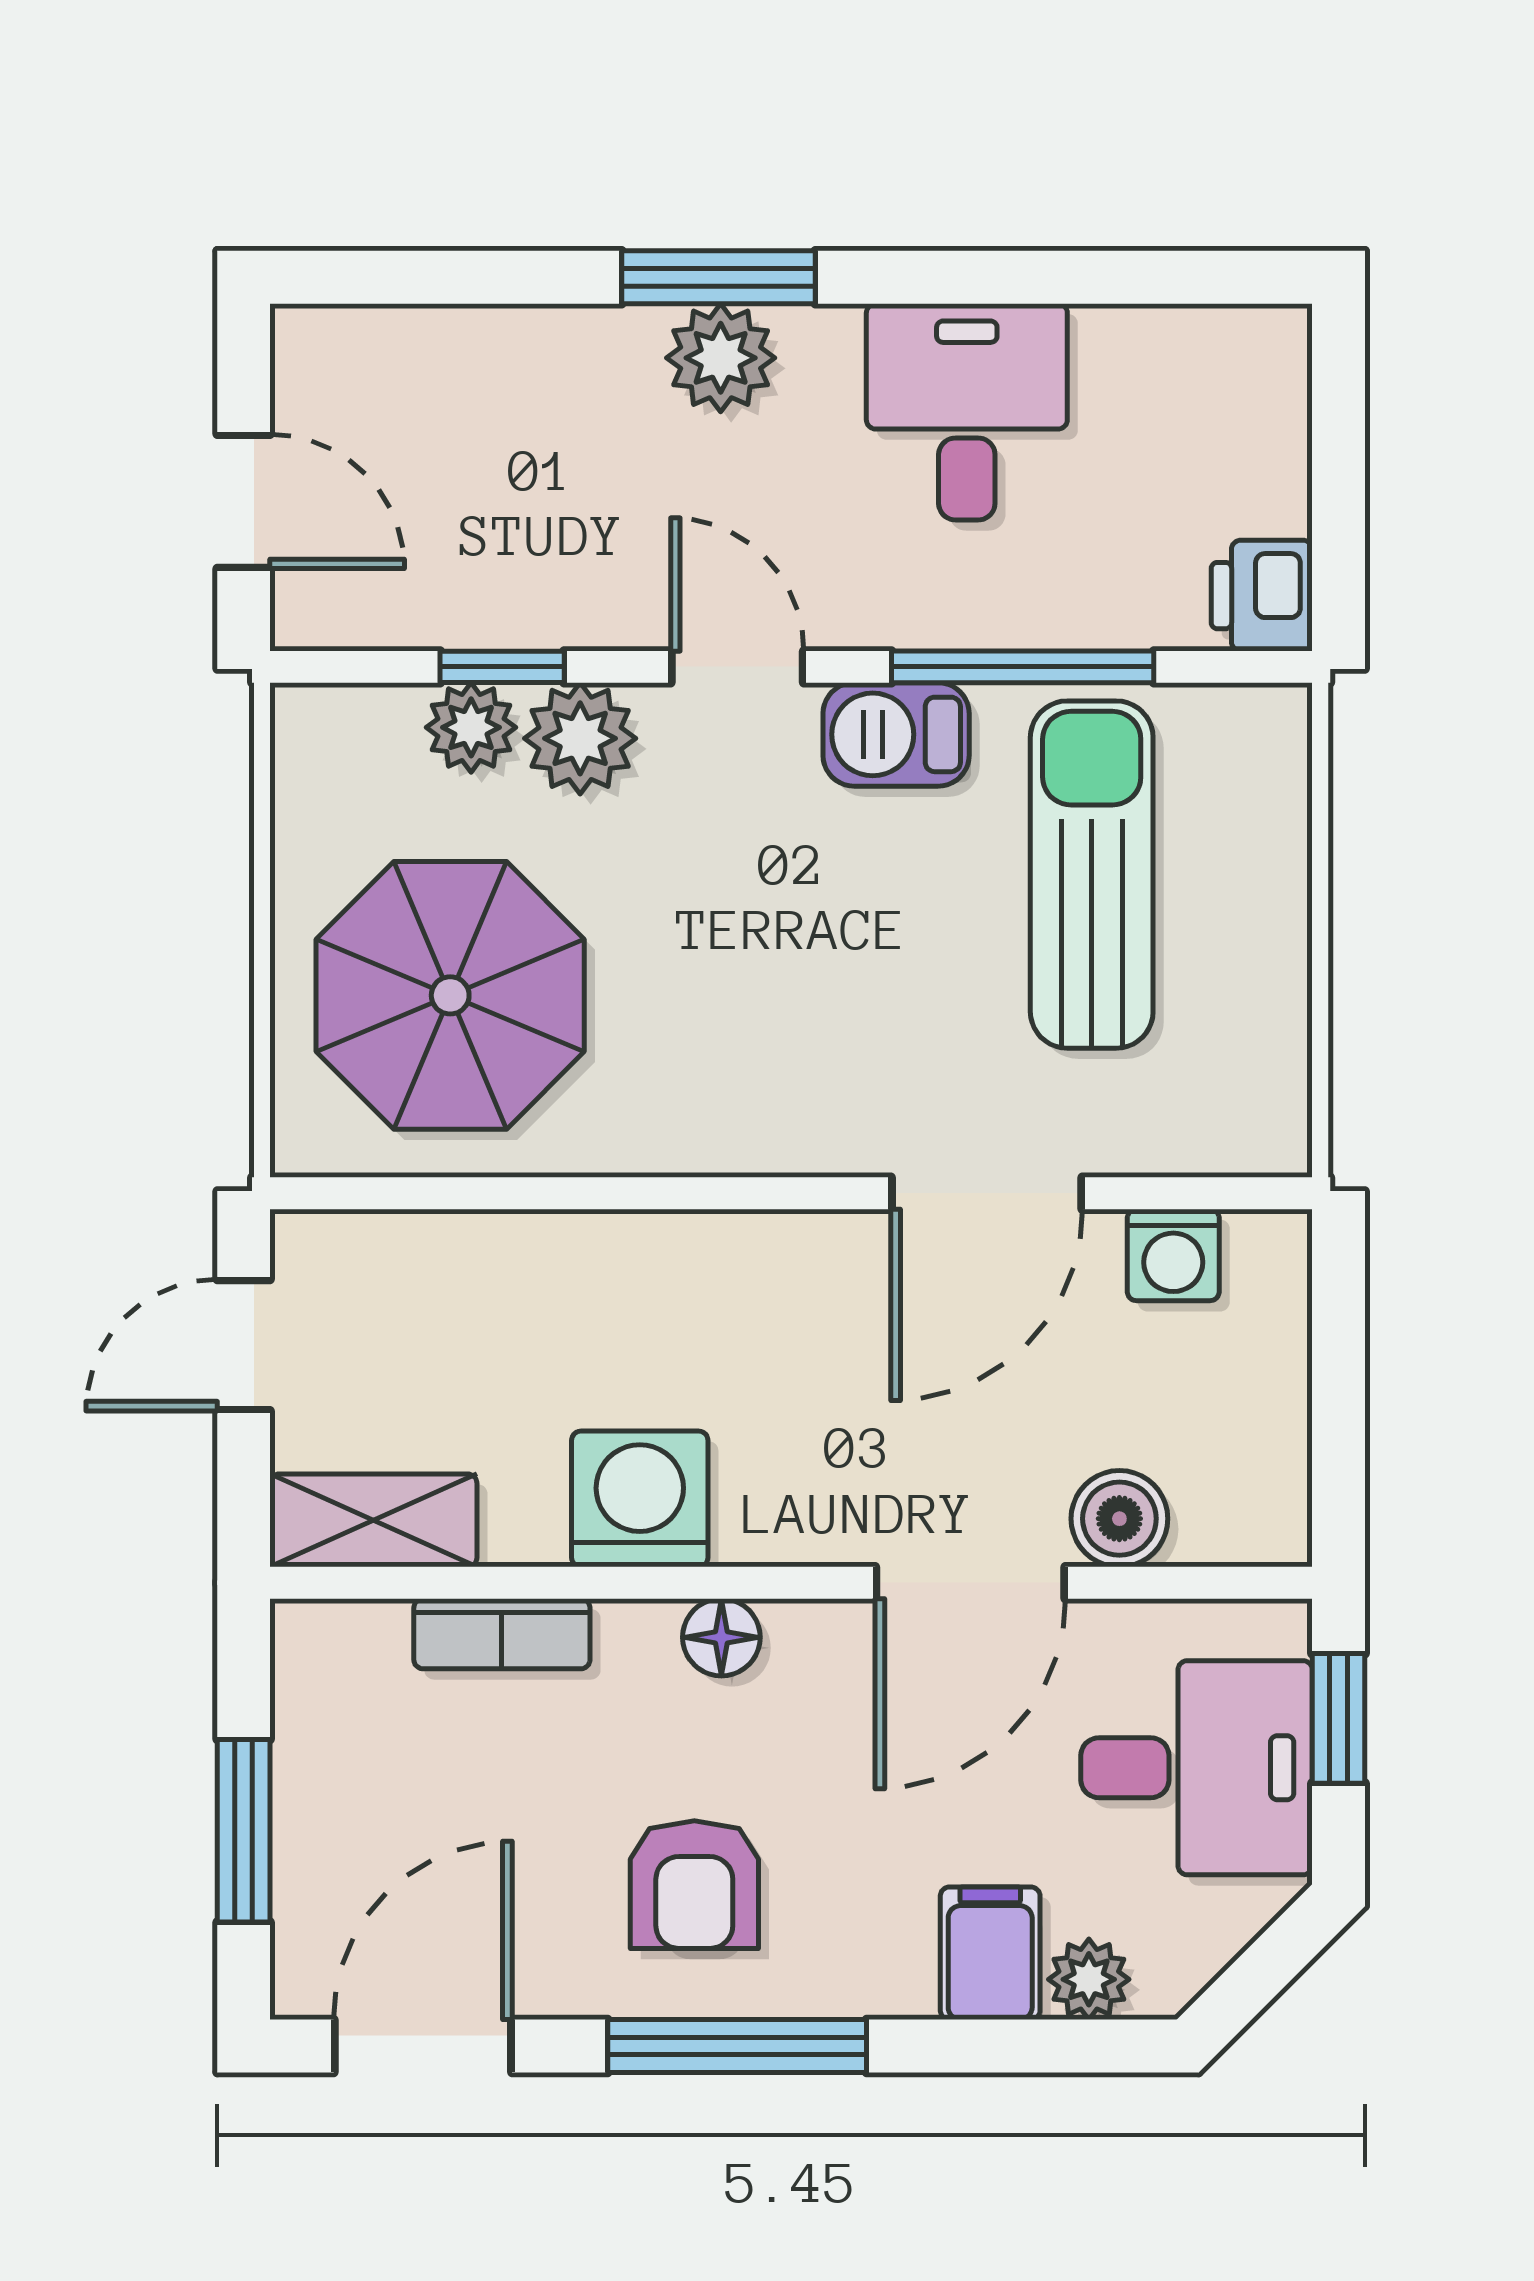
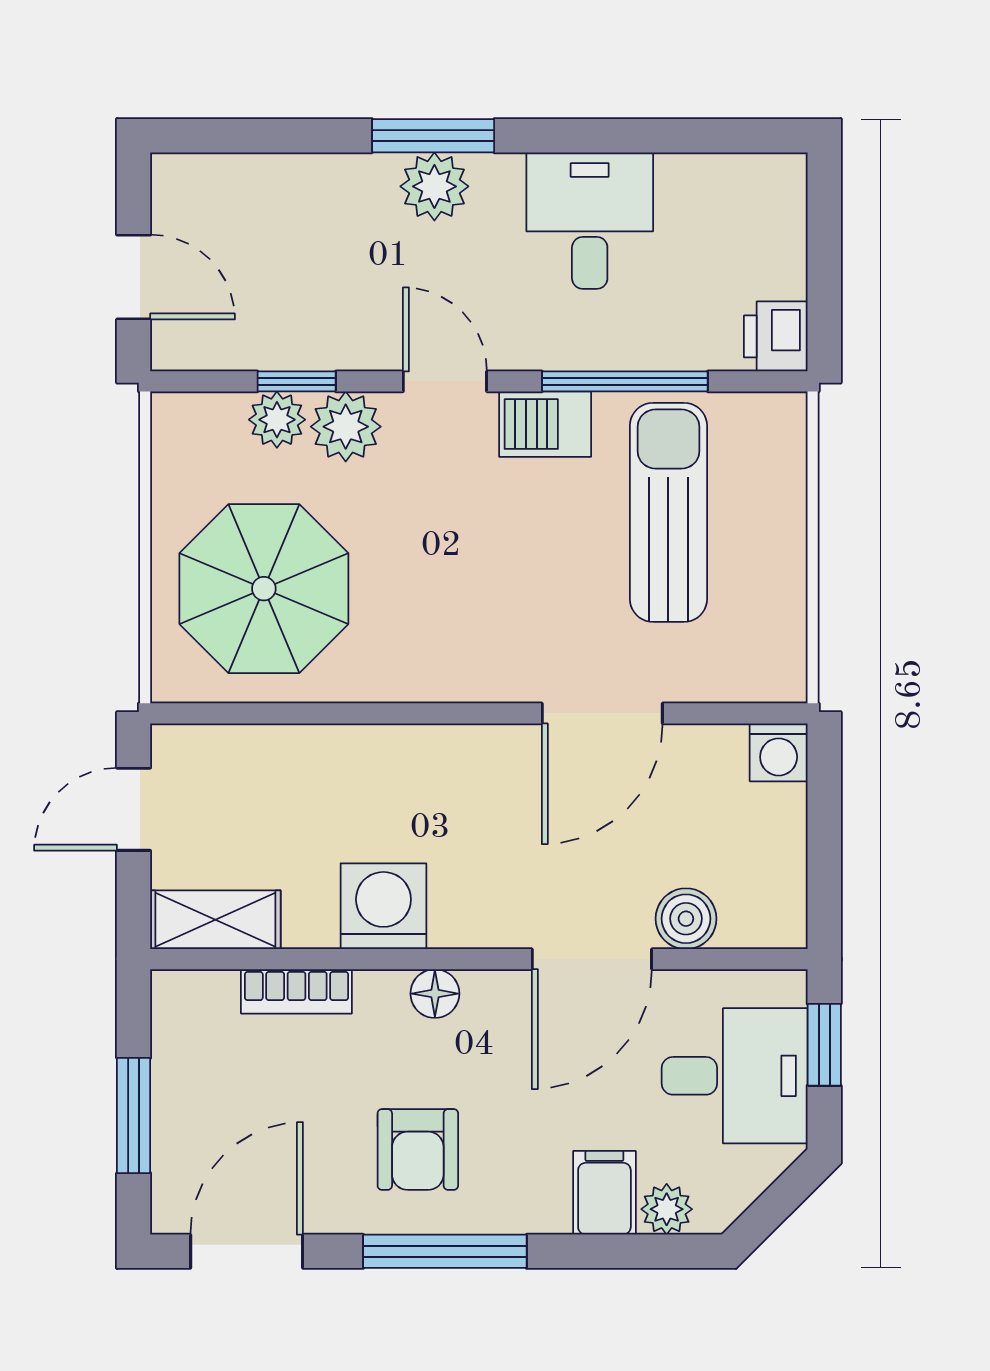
washing machine: (1173, 1255) -> (779, 752), moved

